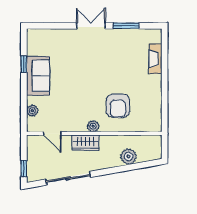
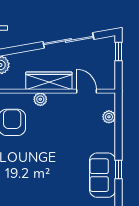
sofa: (38, 76) -> (103, 175), moved
wardrobe: (85, 143) -> (49, 81), width x1.50

